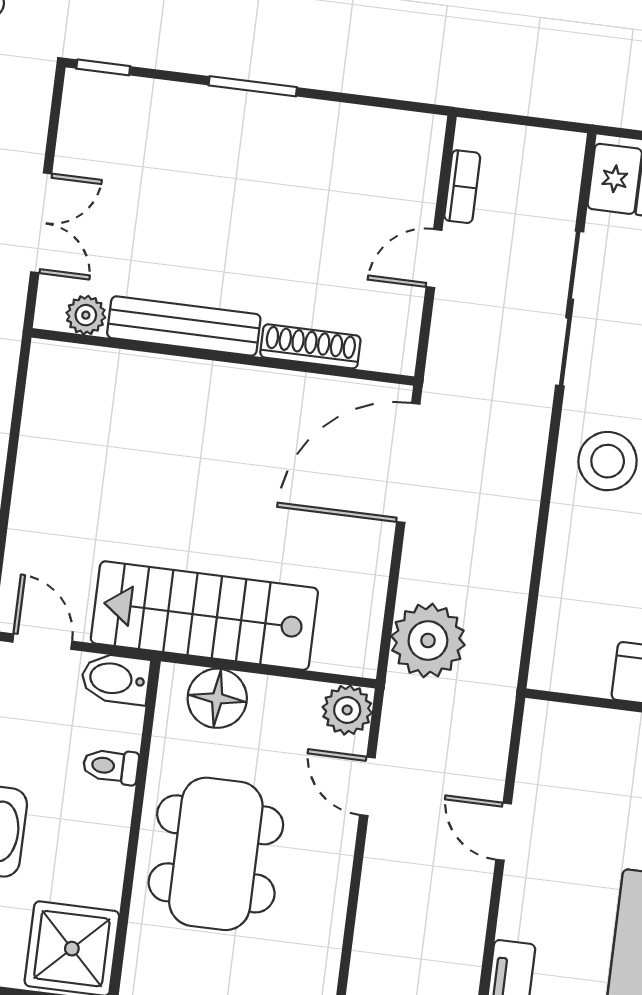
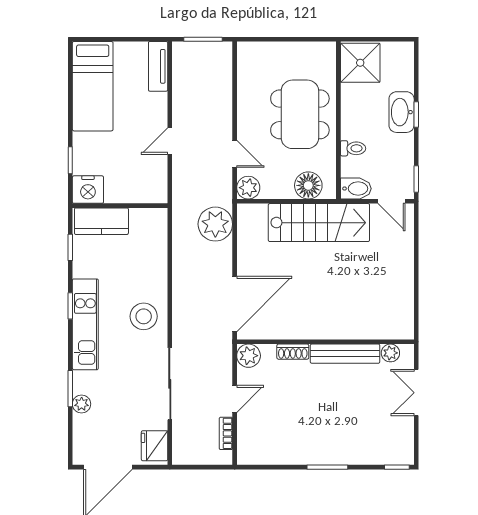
shoe rack: (310, 346) -> (293, 352), width x0.70
plant: (392, 348) -> (249, 356), added
door: (504, 832) -> (170, 141), swing flipped

